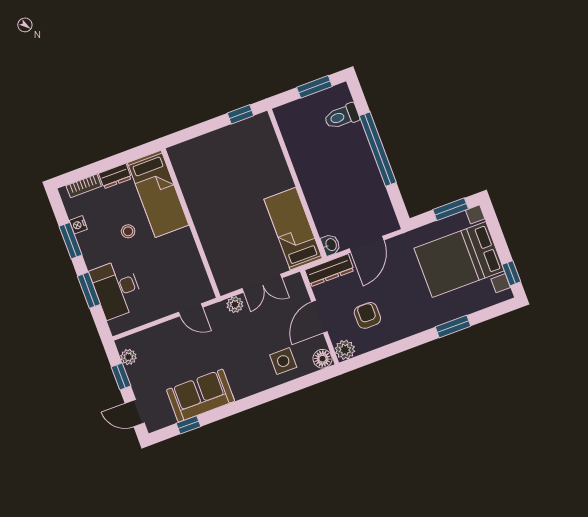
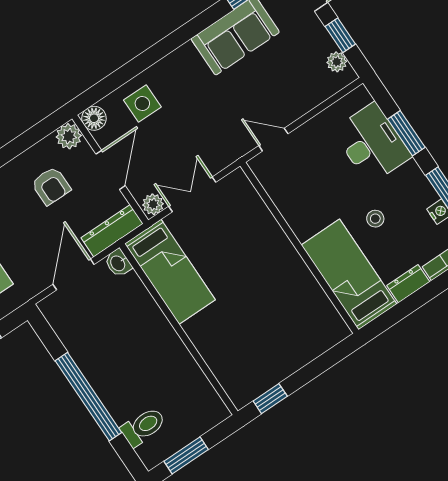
plant: (235, 305) -> (153, 204), moved

